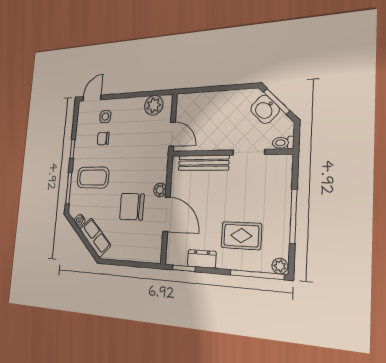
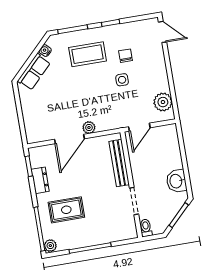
washbasin: (265, 109) -> (176, 181), moved, turned -45
side table: (105, 117) -> (122, 80), moved
coffee table: (93, 177) -> (88, 54), turned 90
chair: (132, 207) -> (69, 103), removed
rug: (241, 236) -> (66, 210), turned 90

